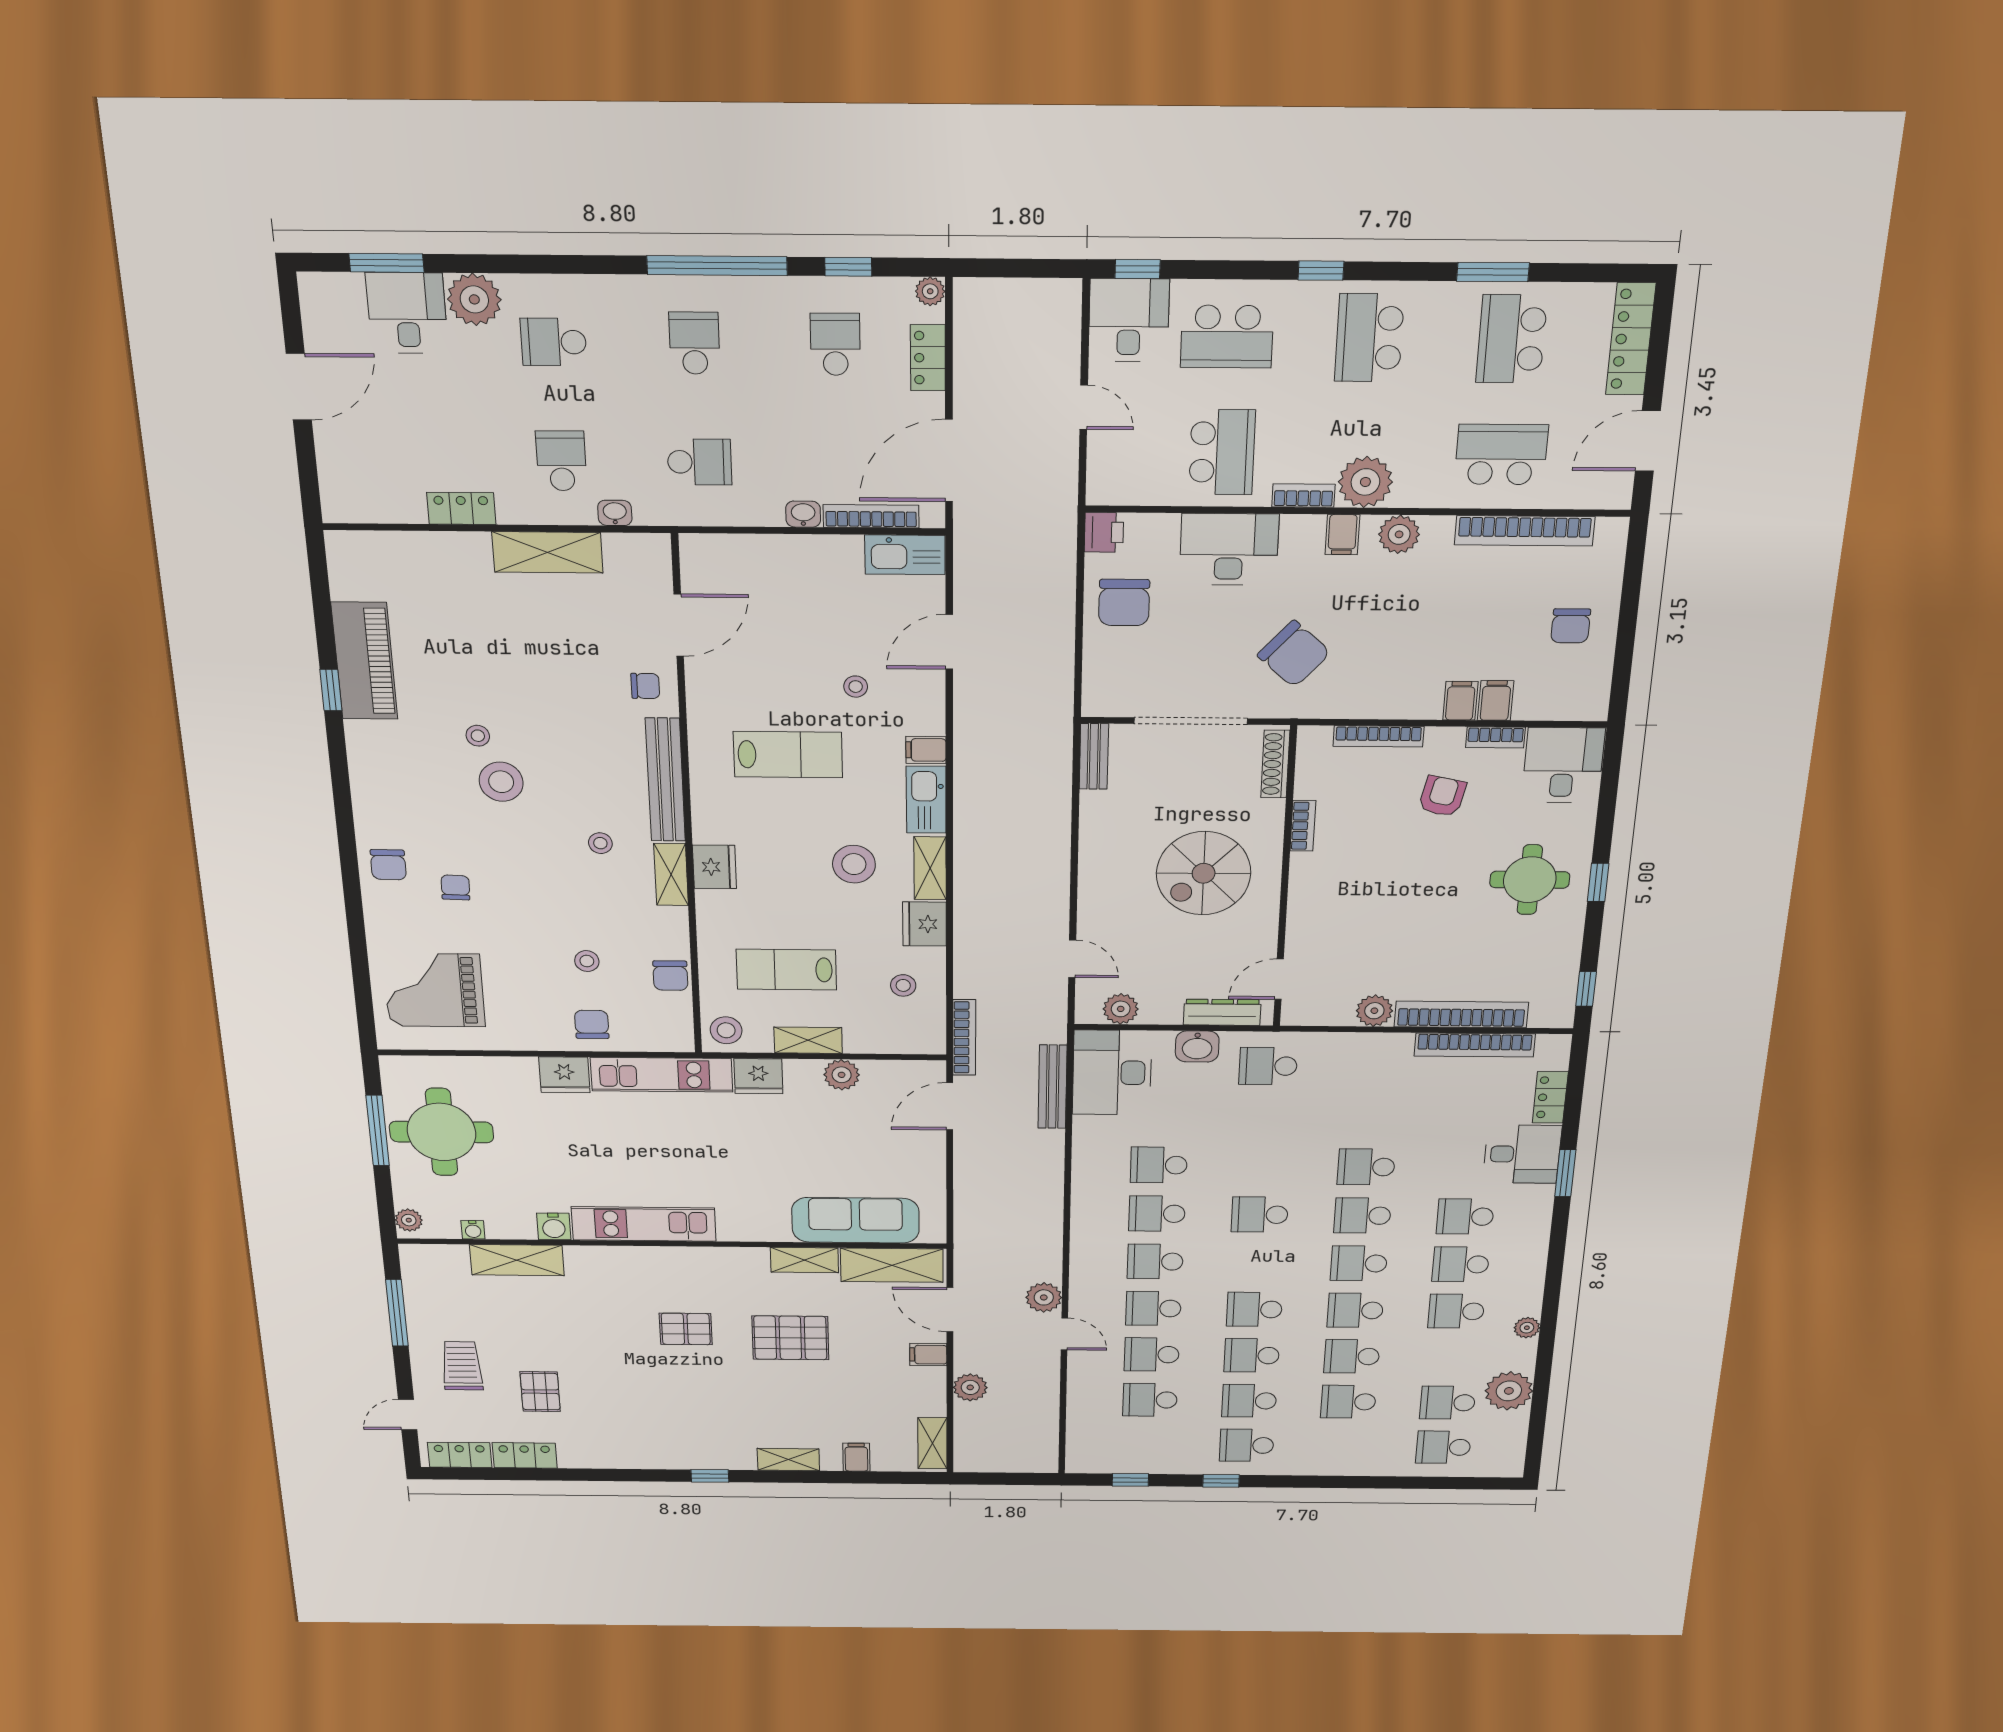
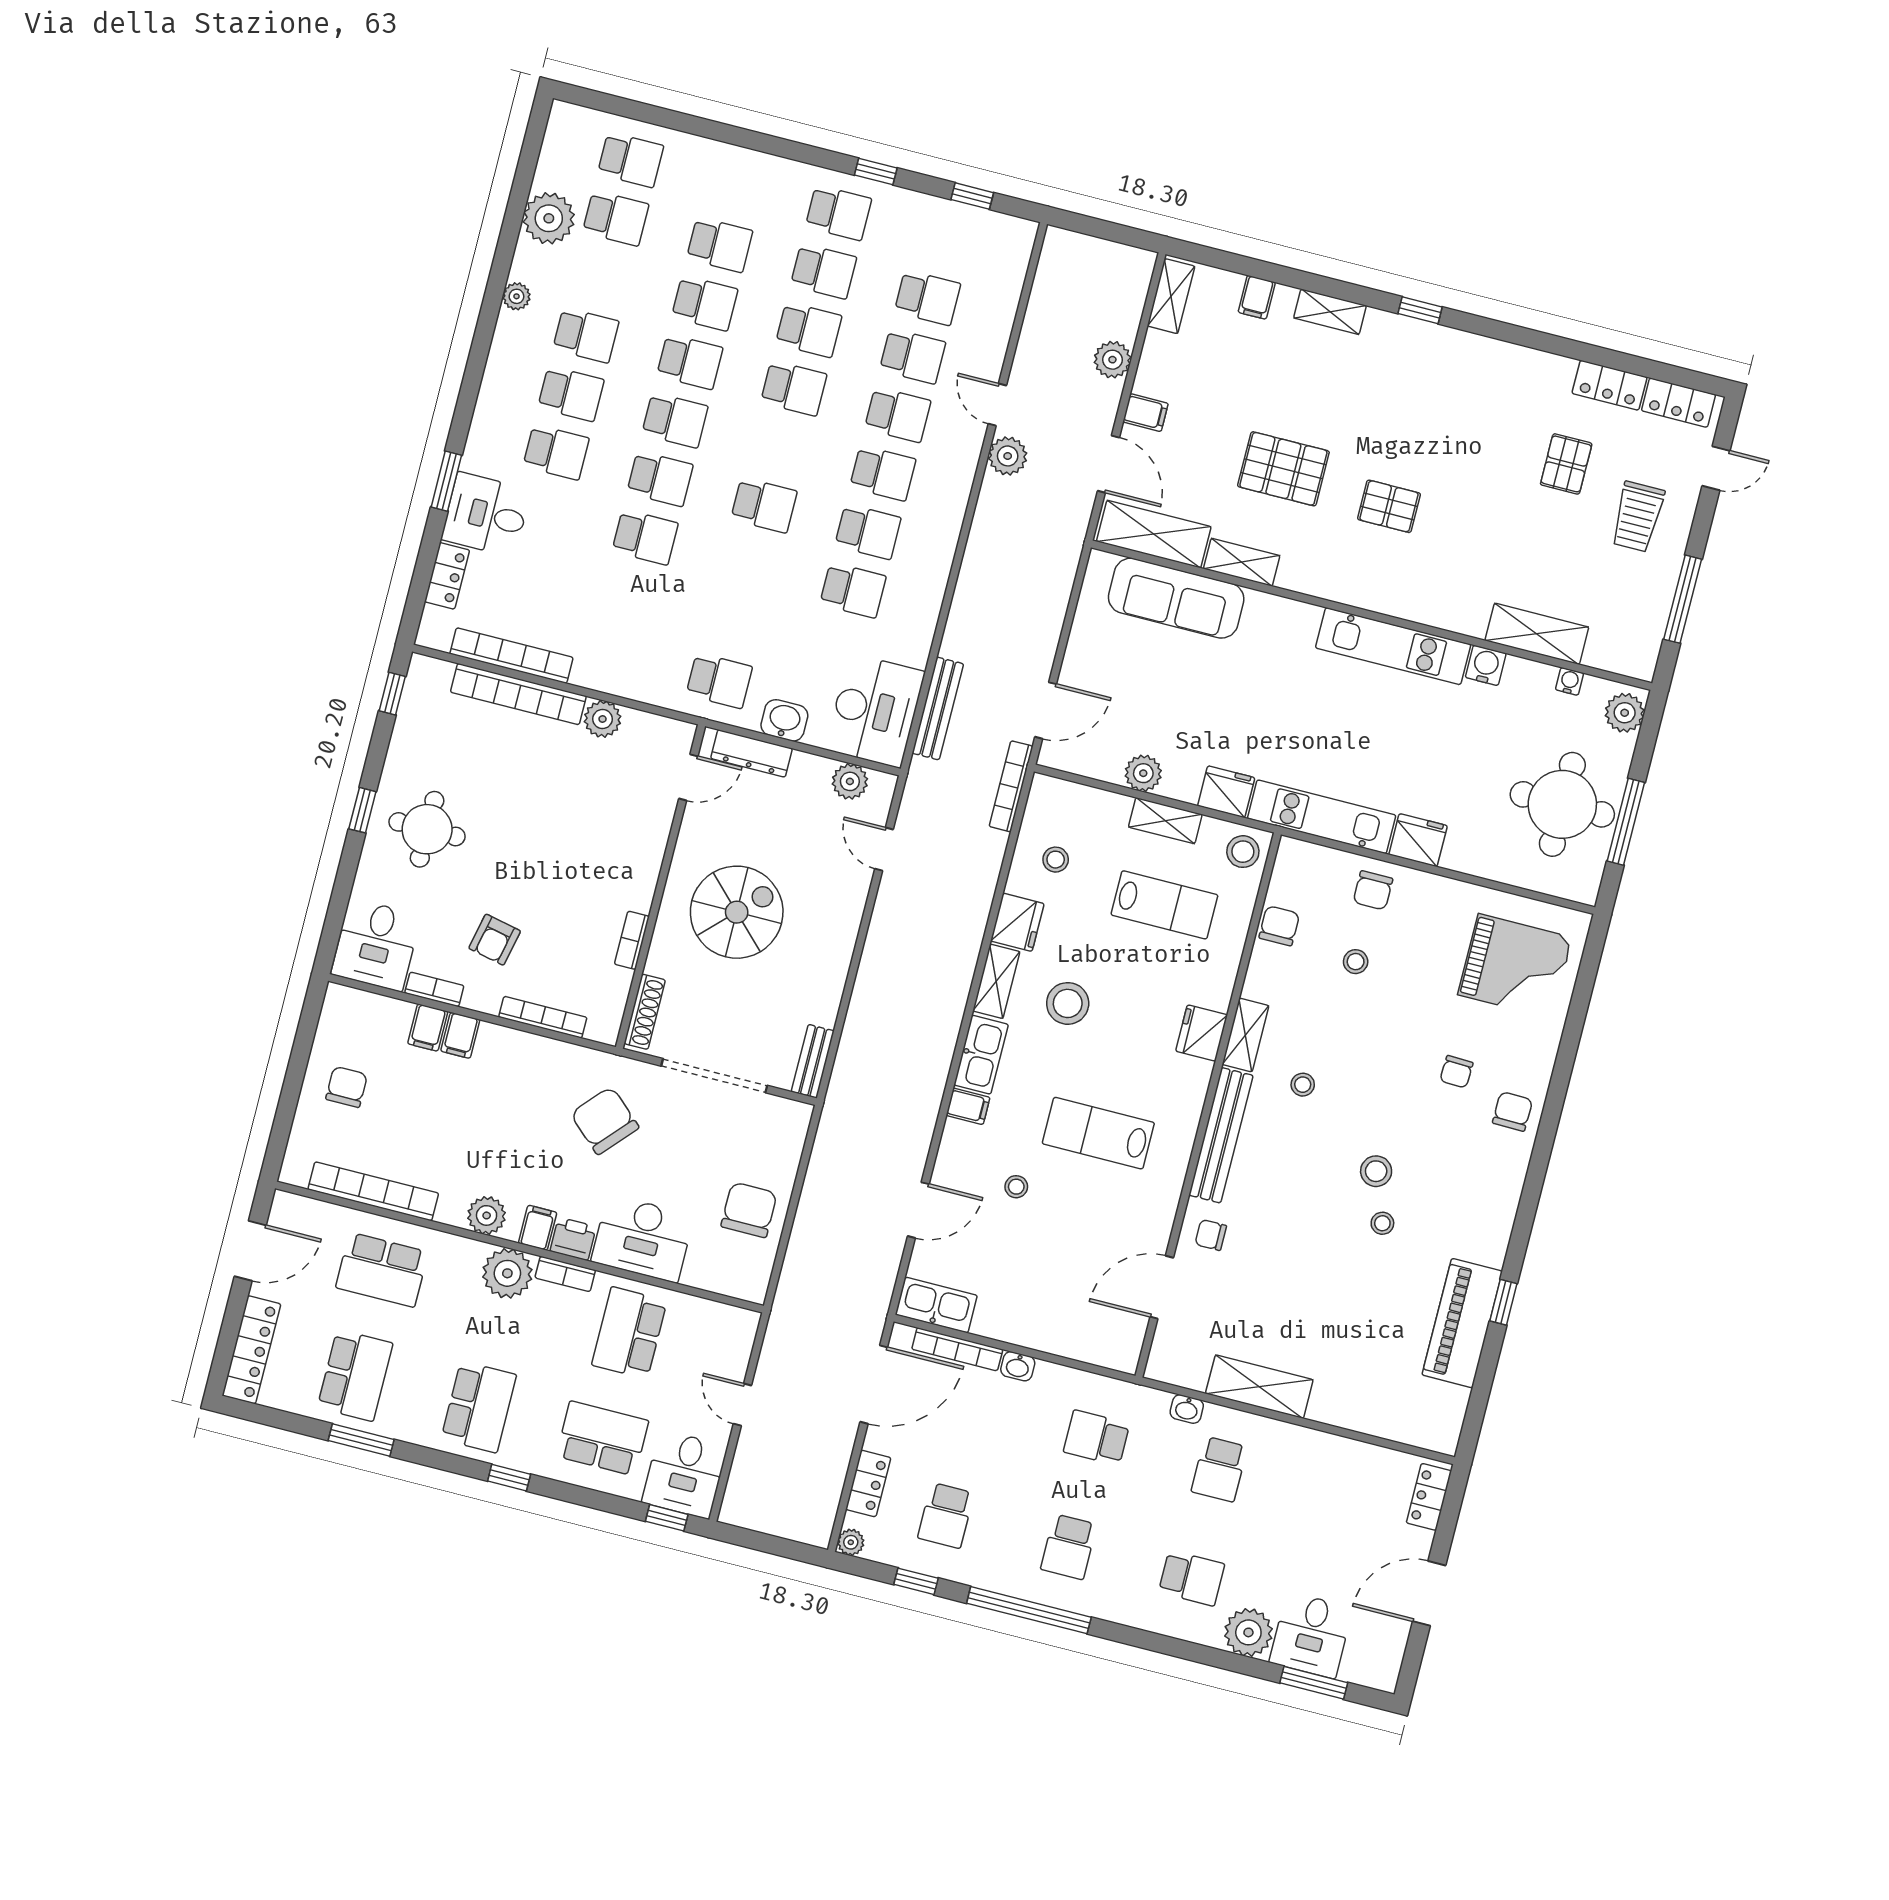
locker: (461, 508) -> (1429, 1497), moved, turned 90
printer: (1104, 532) -> (573, 1239), moved, turned 90
stool: (501, 782) -> (1376, 1171), width x0.73, depth x0.73
plant: (409, 1220) -> (1625, 713), width x1.38, depth x1.38

